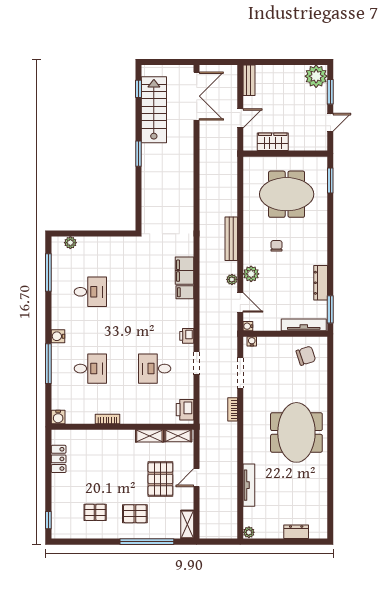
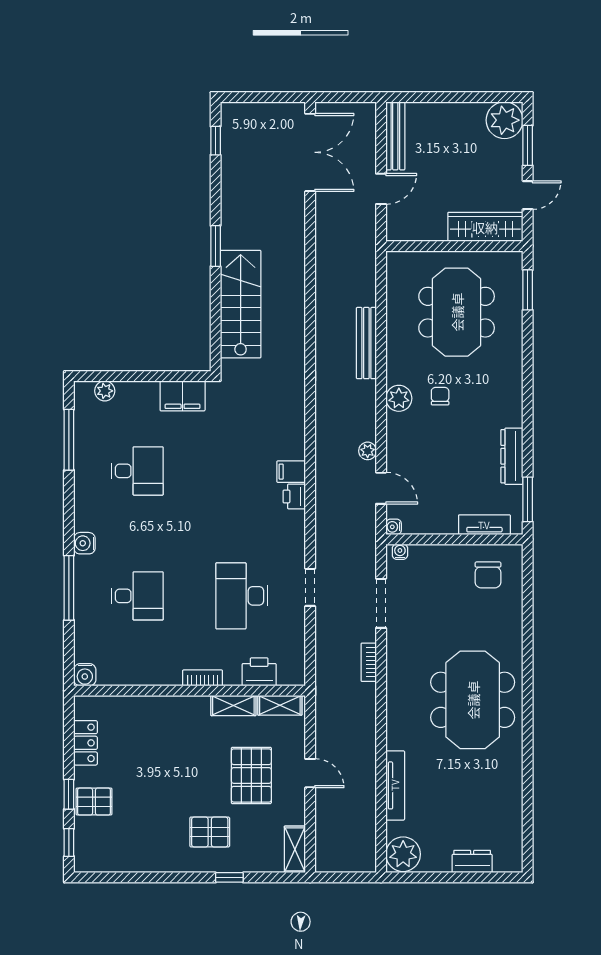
bench: (249, 80) -> (395, 136), width x1.36
stairs: (154, 110) -> (241, 304), moved
wardrobe: (273, 142) -> (485, 227), moved, width x1.50
meeting table: (287, 194) -> (457, 312), turned 90
bench: (231, 239) -> (366, 343), moved
filing cabinet: (184, 271) -> (183, 396), moved, turned -90
plant: (251, 274) -> (399, 398), moved
tv unit: (304, 325) -> (484, 525), width x0.71
printer: (187, 336) -> (294, 496), moved
chair: (306, 356) -> (488, 575), turned 108
desk: (155, 369) -> (242, 596), width x1.37
printer: (185, 410) -> (259, 672), moved, turned 90
bookcase: (108, 419) -> (203, 678), moved
door: (197, 478) -> (310, 773), swing flipped
window: (48, 490) -> (69, 794), added
pallet: (95, 512) -> (94, 802), moved
plant: (249, 532) -> (403, 854), width x1.87, depth x1.87
window: (147, 542) -> (229, 877), width x0.32

